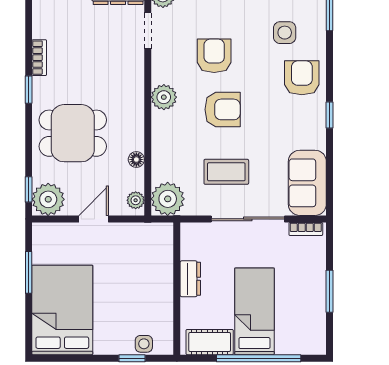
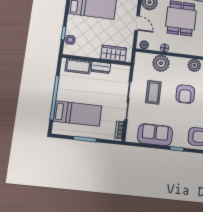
sofa: (307, 183) -> (155, 135), moved
plant: (168, 199) -> (161, 63), moved
wardrobe: (160, 258) -> (114, 53), added
bed: (254, 311) -> (78, 114), moved
cot: (210, 342) -> (78, 66), moved, turned 90

